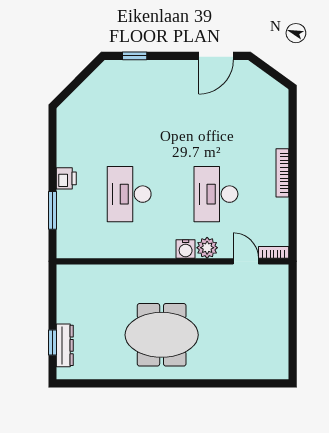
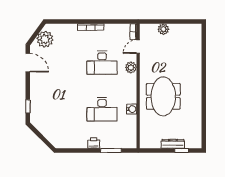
plant: (260, 88) -> (45, 39), added
water cooler: (186, 249) -> (132, 109), moved
plant: (278, 308) -> (163, 29), added
meeting table: (162, 335) -> (163, 96), moved
dresser: (65, 345) -> (173, 144), moved

